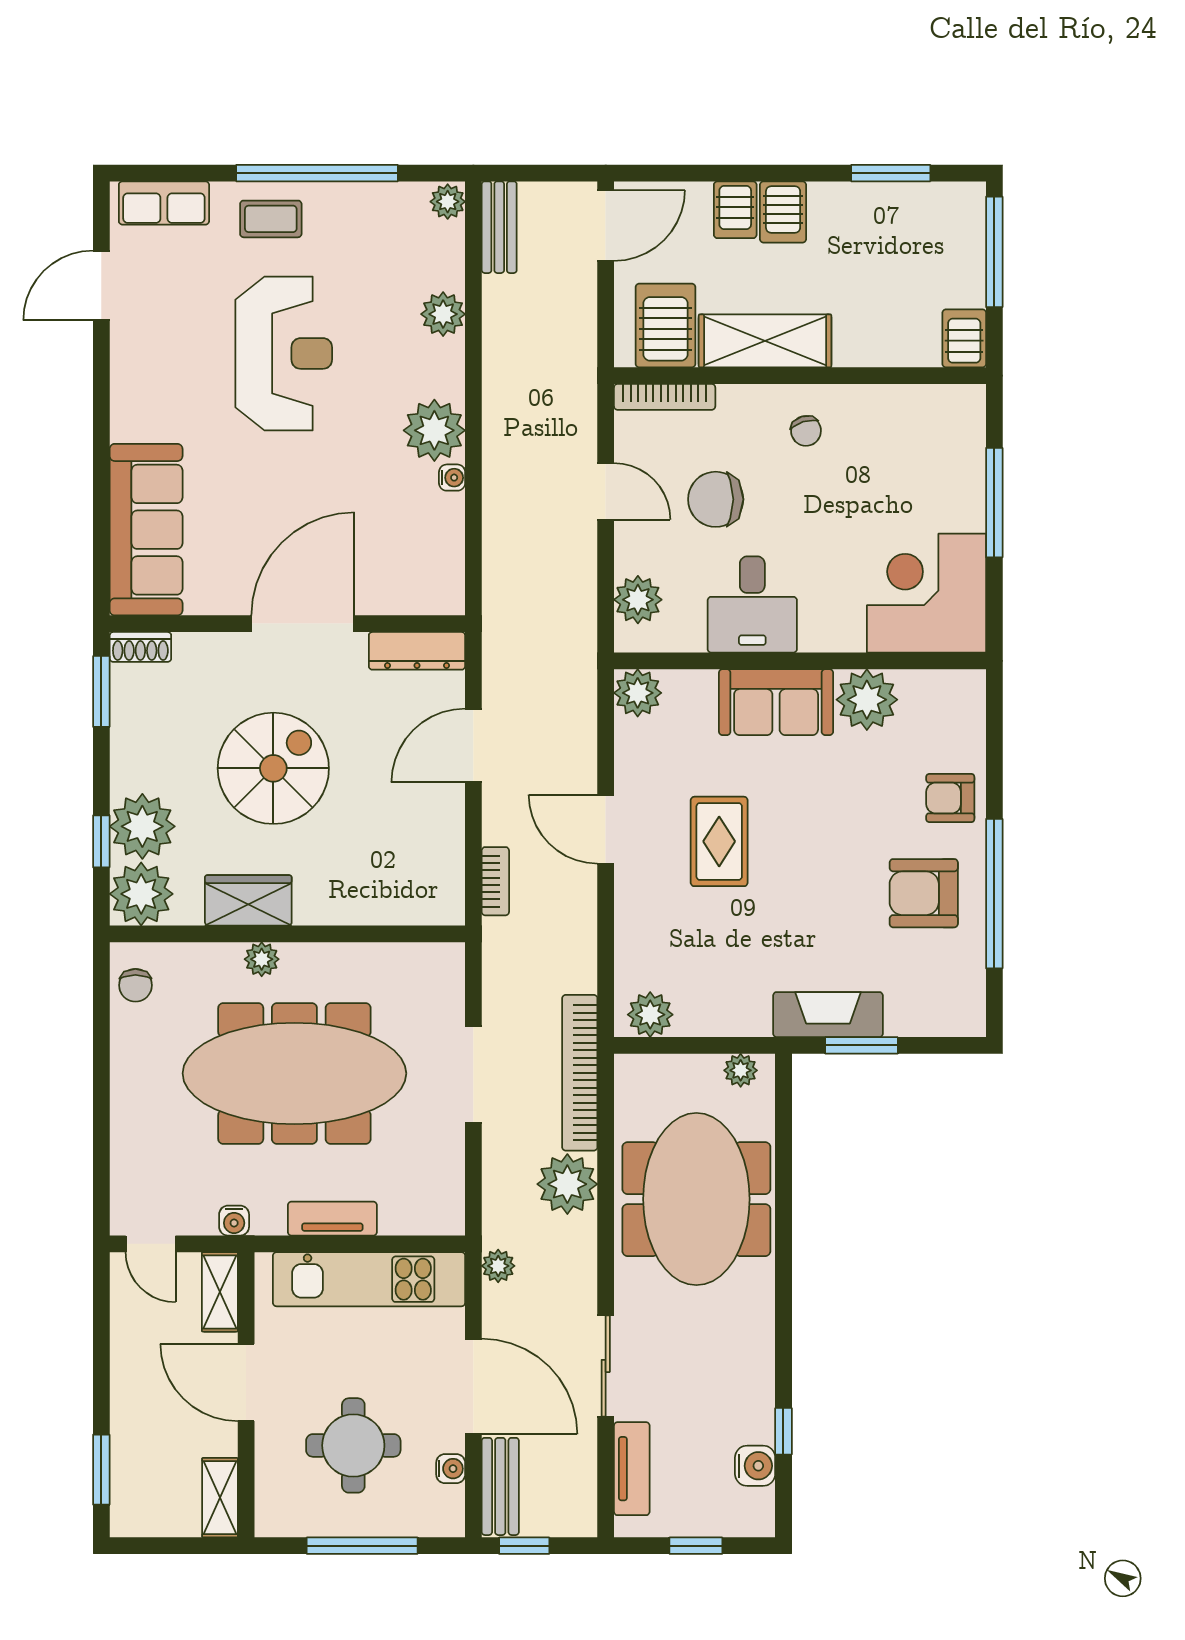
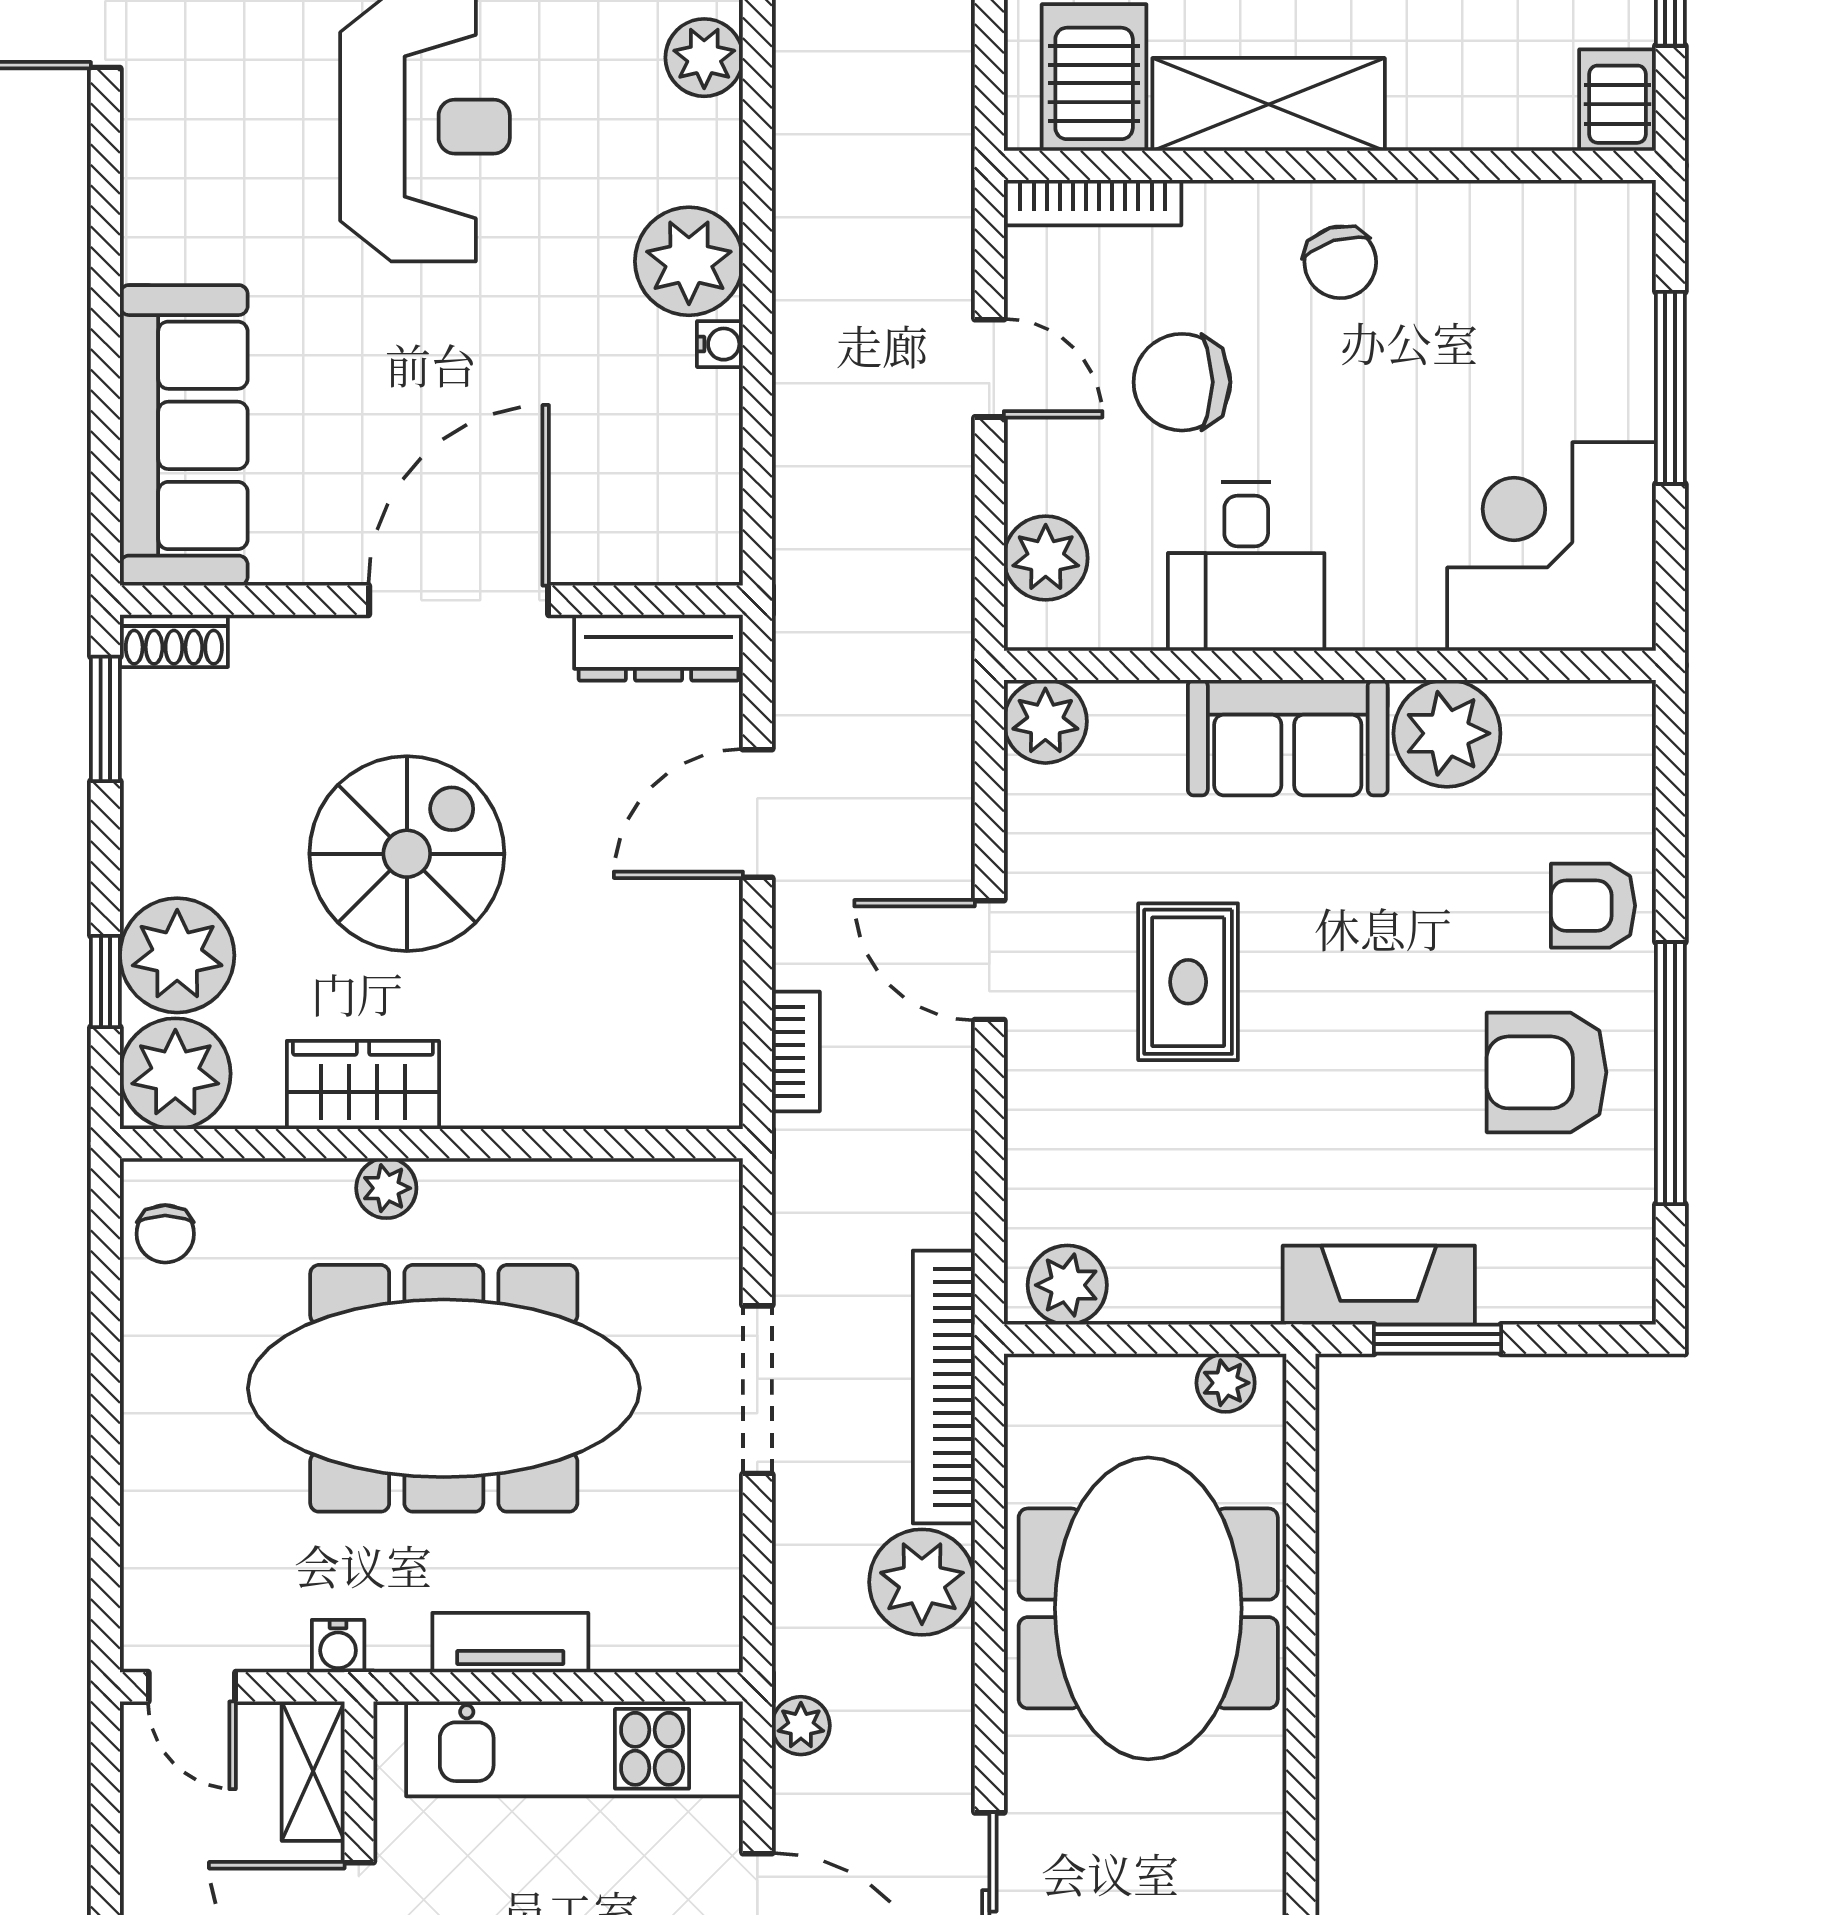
chair: (806, 431) -> (1340, 262), width x1.37, depth x1.37

